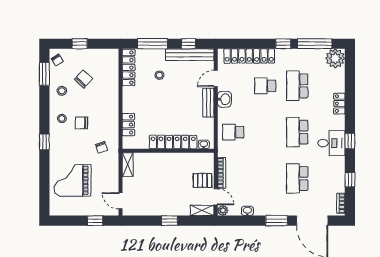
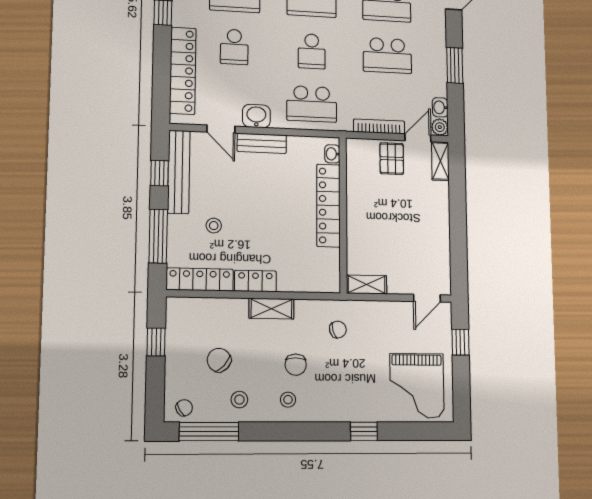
window: (80, 44) -> (156, 342), moved
window: (44, 74) -> (209, 432), width x1.44
shelving: (113, 109) -> (271, 309), added
locker: (128, 125) -> (255, 281), moved
school desk: (233, 132) -> (312, 104), width x1.85
school desk: (265, 132) -> (312, 51), added
window: (44, 142) -> (364, 431), moved
school desk: (265, 178) -> (387, 55), added
grand piano: (72, 180) -> (417, 386), moved
washbasin: (247, 211) -> (440, 107), moved
window: (169, 221) -> (458, 216), removed
window: (277, 221) -> (455, 65), moved

